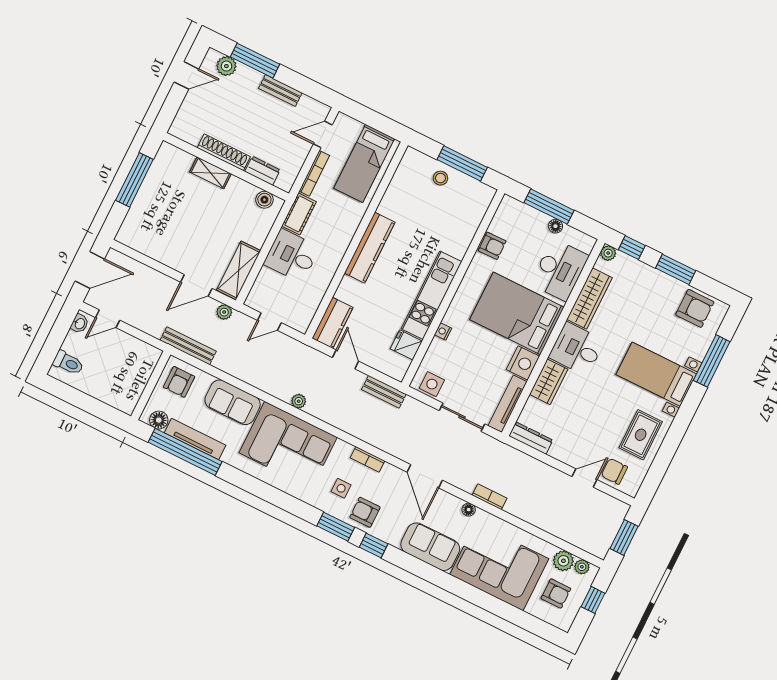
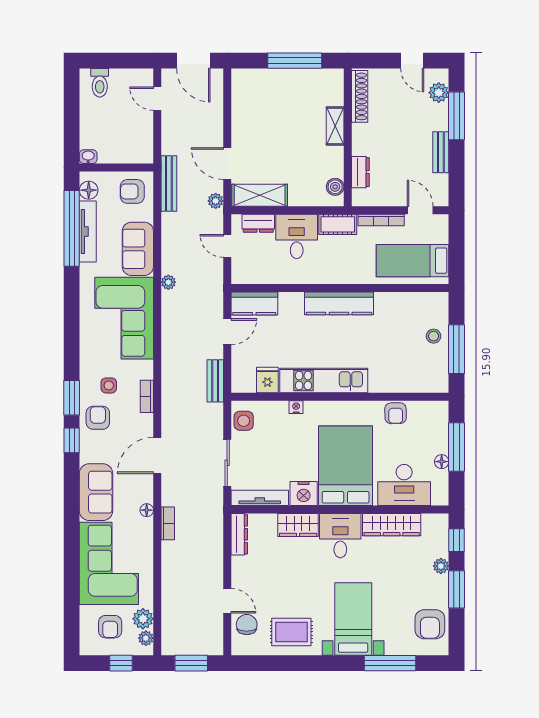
shoe rack: (224, 152) -> (360, 96), moved
plant: (608, 253) -> (441, 566), moved
dresser: (263, 284) -> (258, 223), added
washbasin: (80, 324) -> (88, 157), moved, turned 180
plant: (299, 401) -> (168, 282), moved

